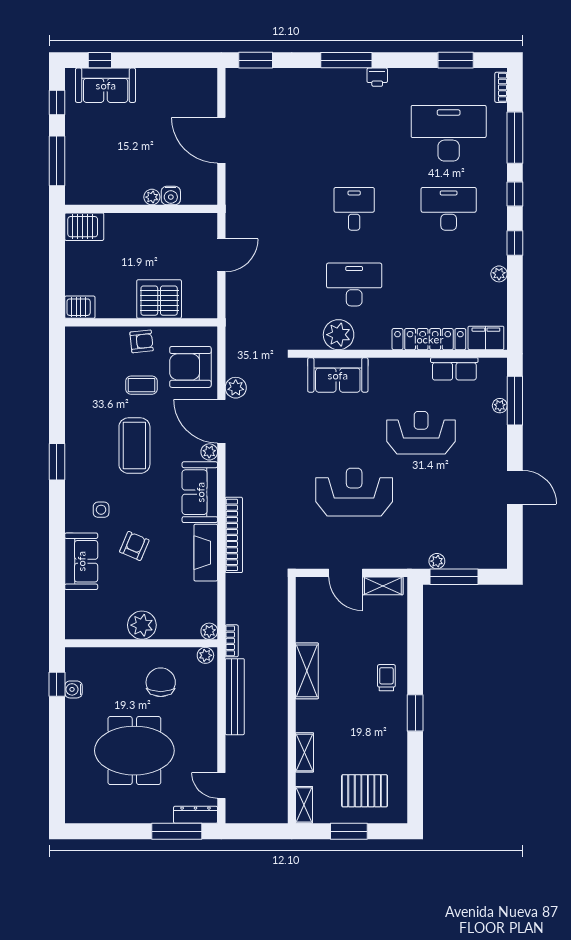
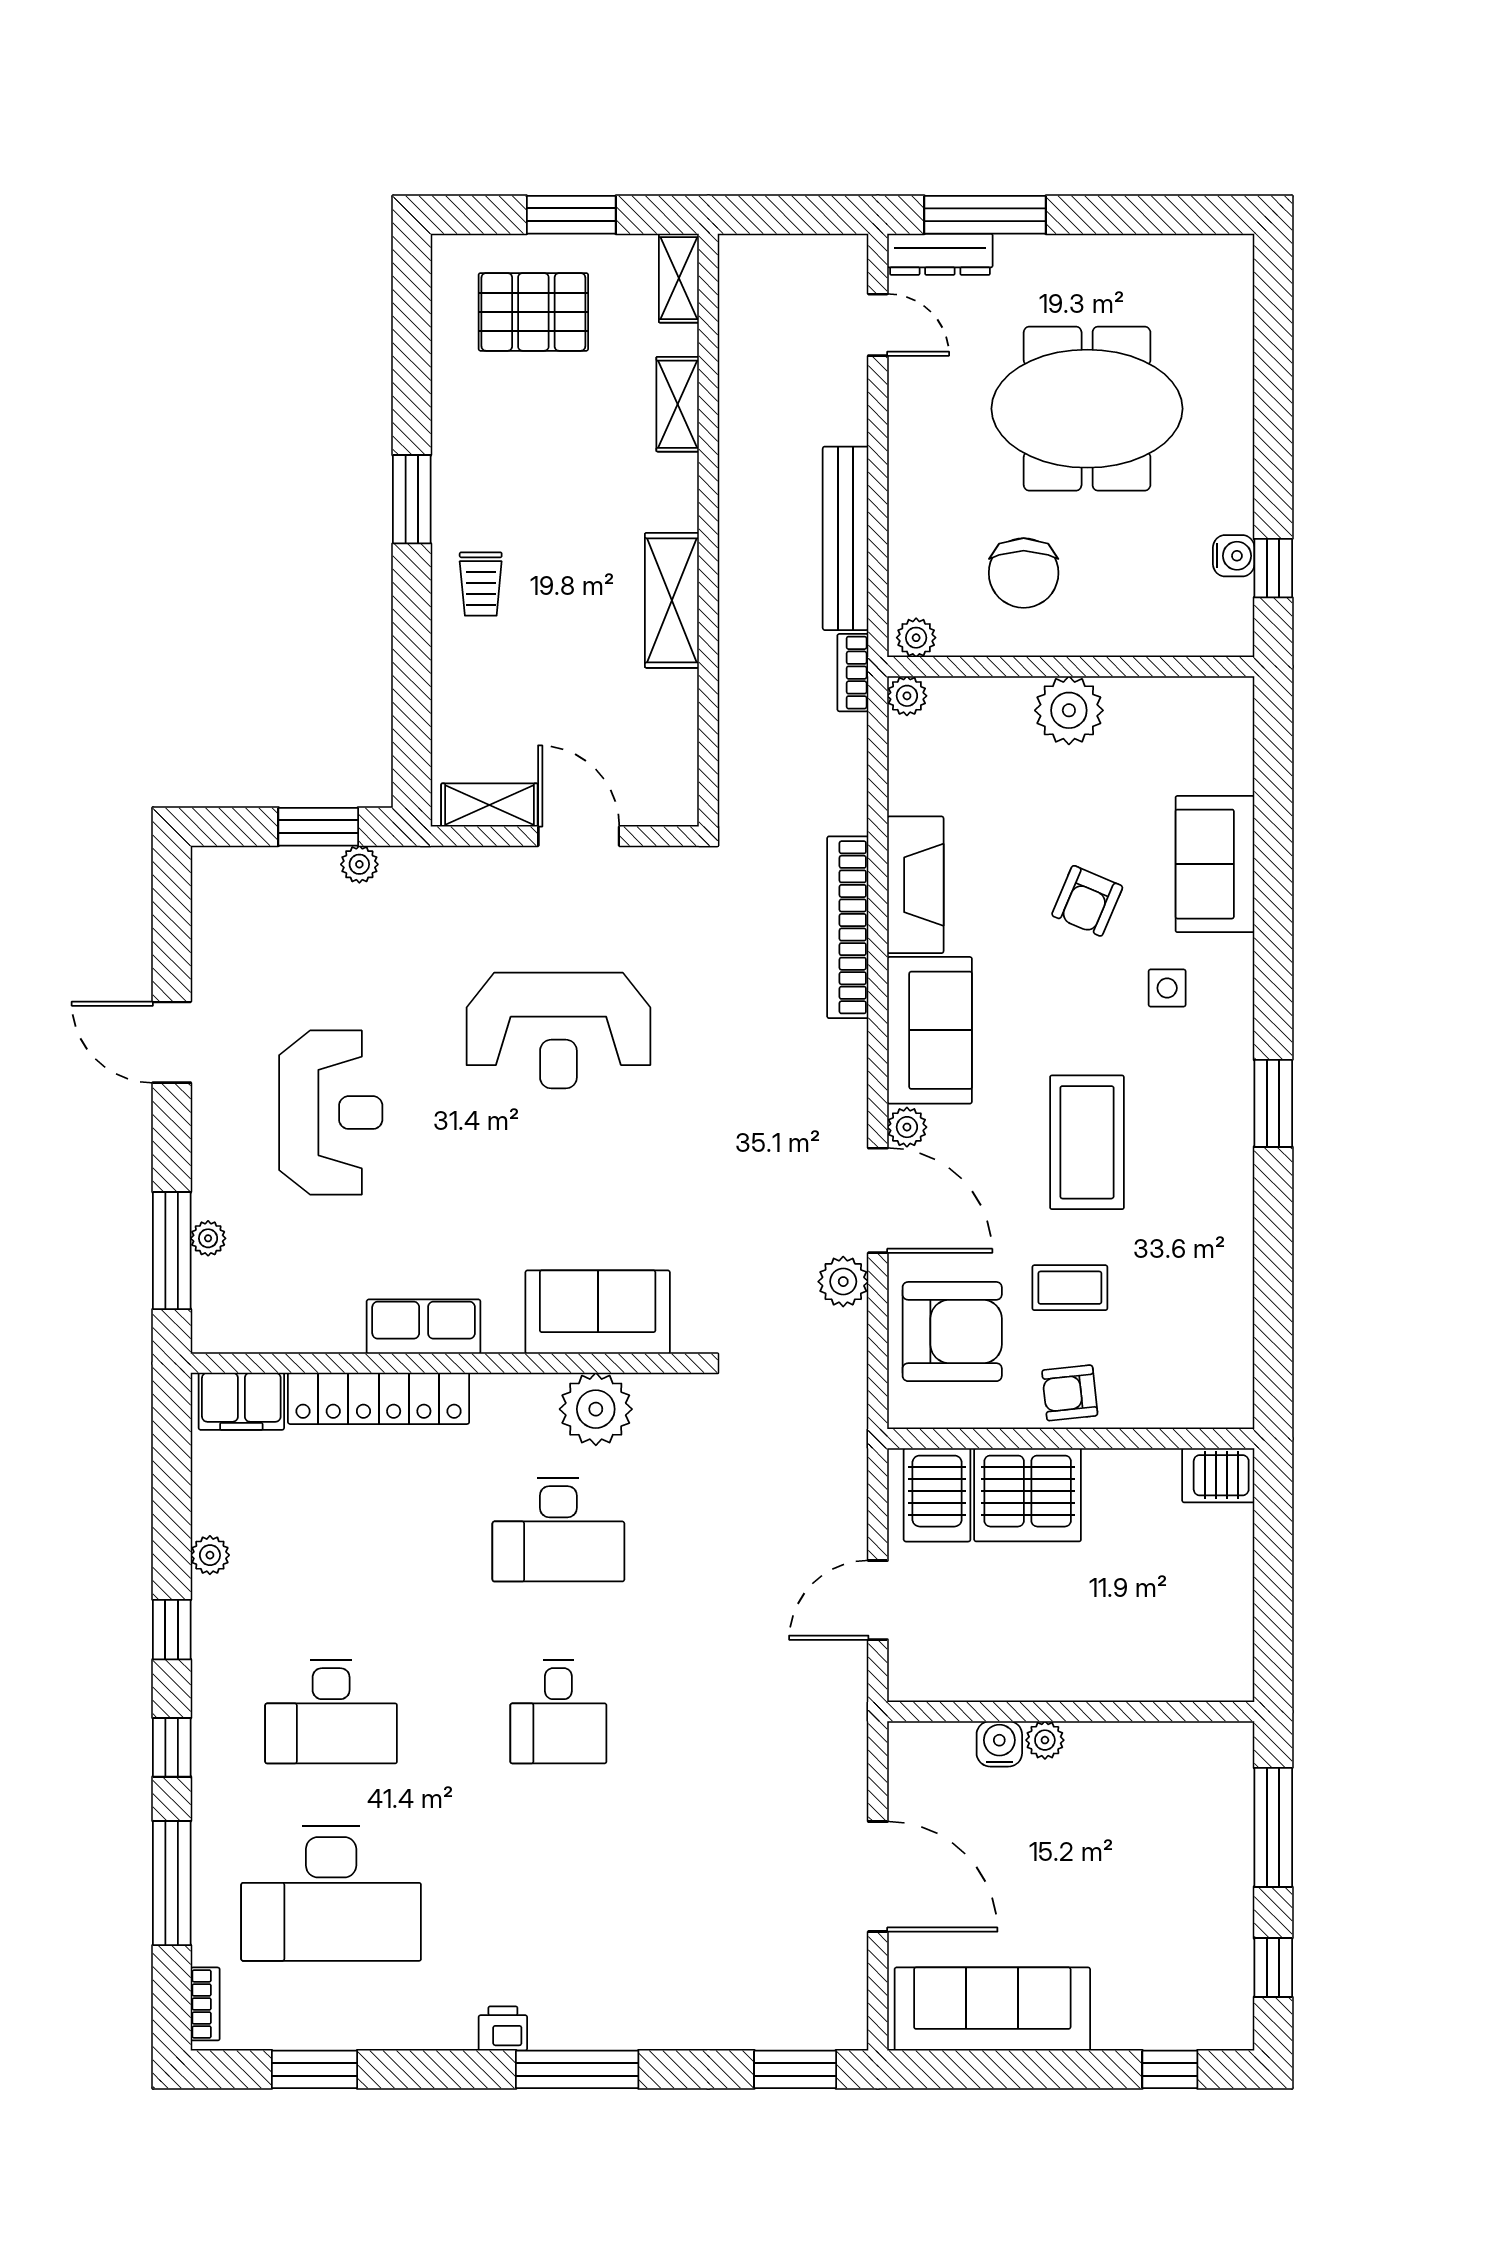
sofa: (106, 85) -> (992, 2009), moved, width x1.36
server rack: (84, 227) -> (937, 1495), moved, turned -90
row of seats: (454, 369) -> (424, 1327), moved
reception desk: (421, 433) -> (331, 1113), moved, turned -90
window: (454, 577) -> (318, 827), width x0.69

